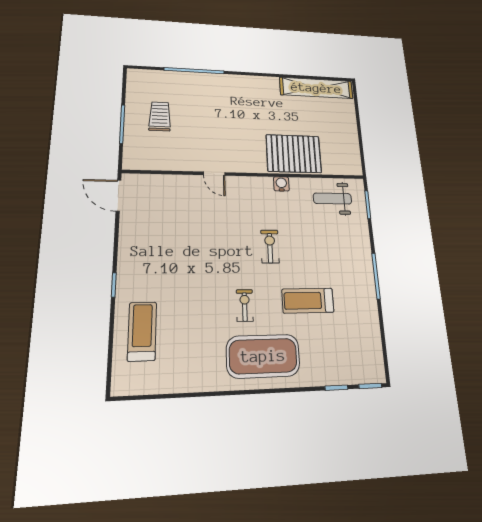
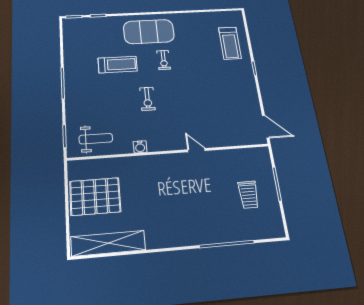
pallet: (294, 154) -> (95, 196), moved

